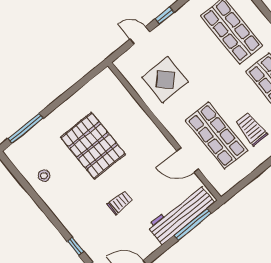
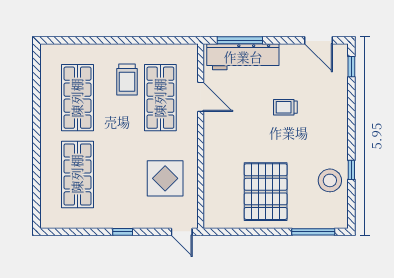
door: (140, 36) -> (182, 232), moved
pallet: (93, 146) -> (266, 192), moved
stool: (44, 176) -> (330, 180), width x1.89, depth x1.89
window: (75, 246) -> (351, 170), moved

